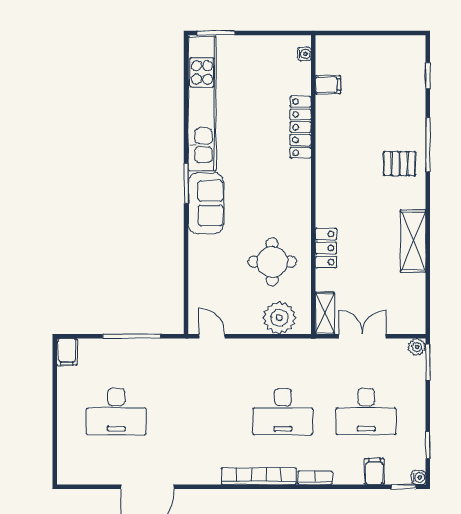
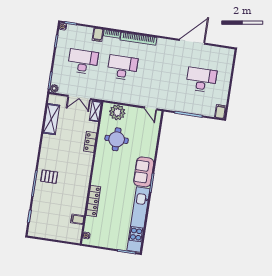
shelving: (413, 241) -> (51, 119), moved
filing cabinet: (374, 472) -> (98, 35), moved

